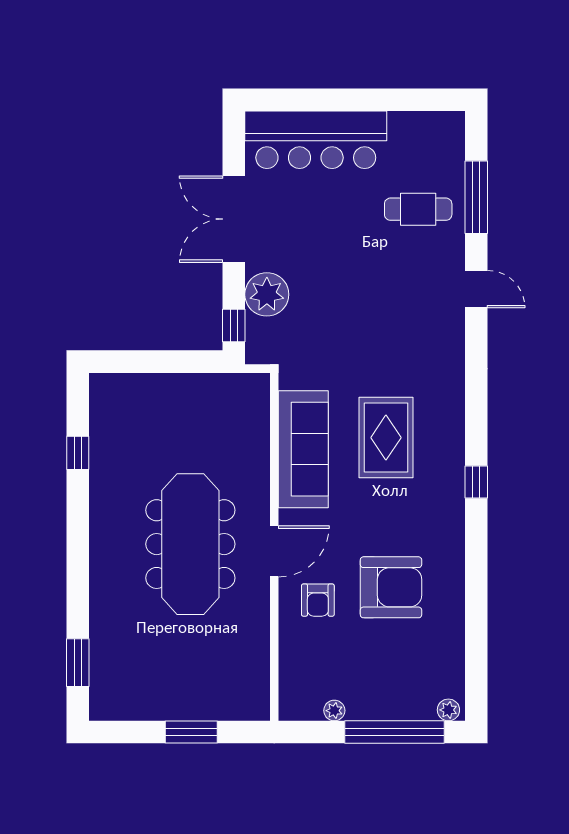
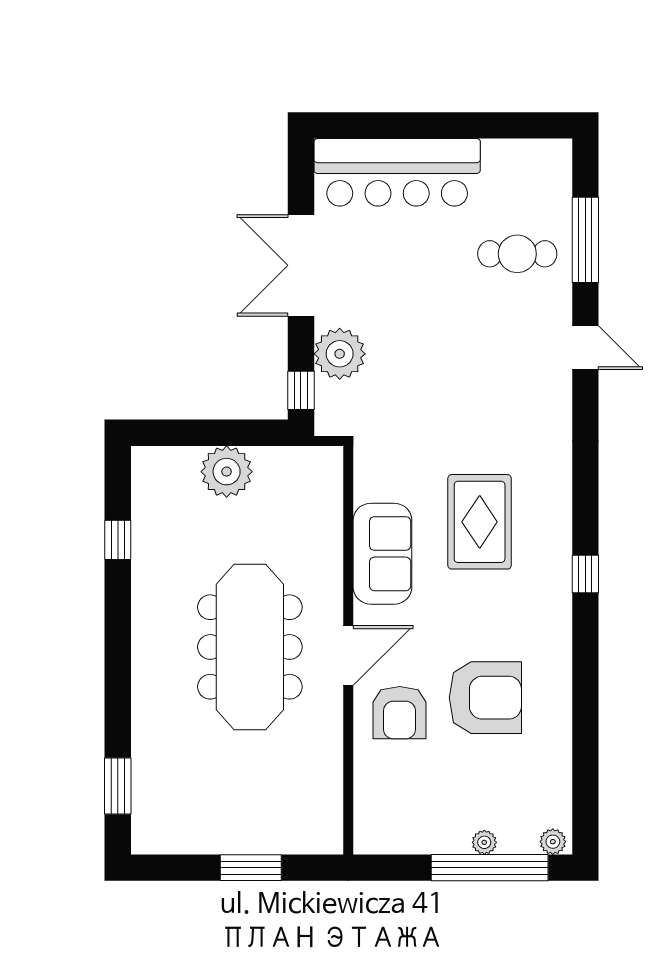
plant: (170, 395) -> (227, 472), added
sofa: (303, 449) -> (382, 554), width x0.73
armchair: (318, 600) -> (400, 713), width x1.38, depth x1.38
plant: (334, 711) -> (484, 842), moved

